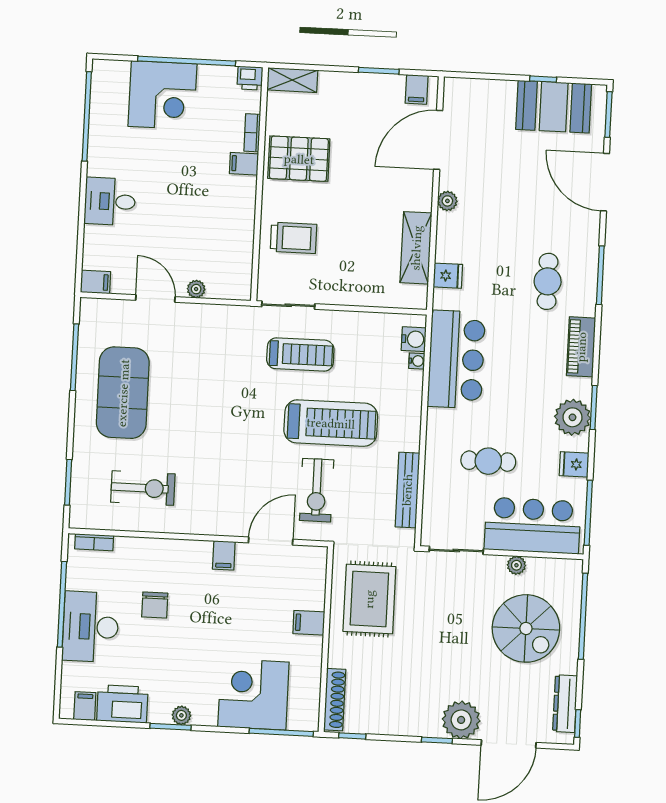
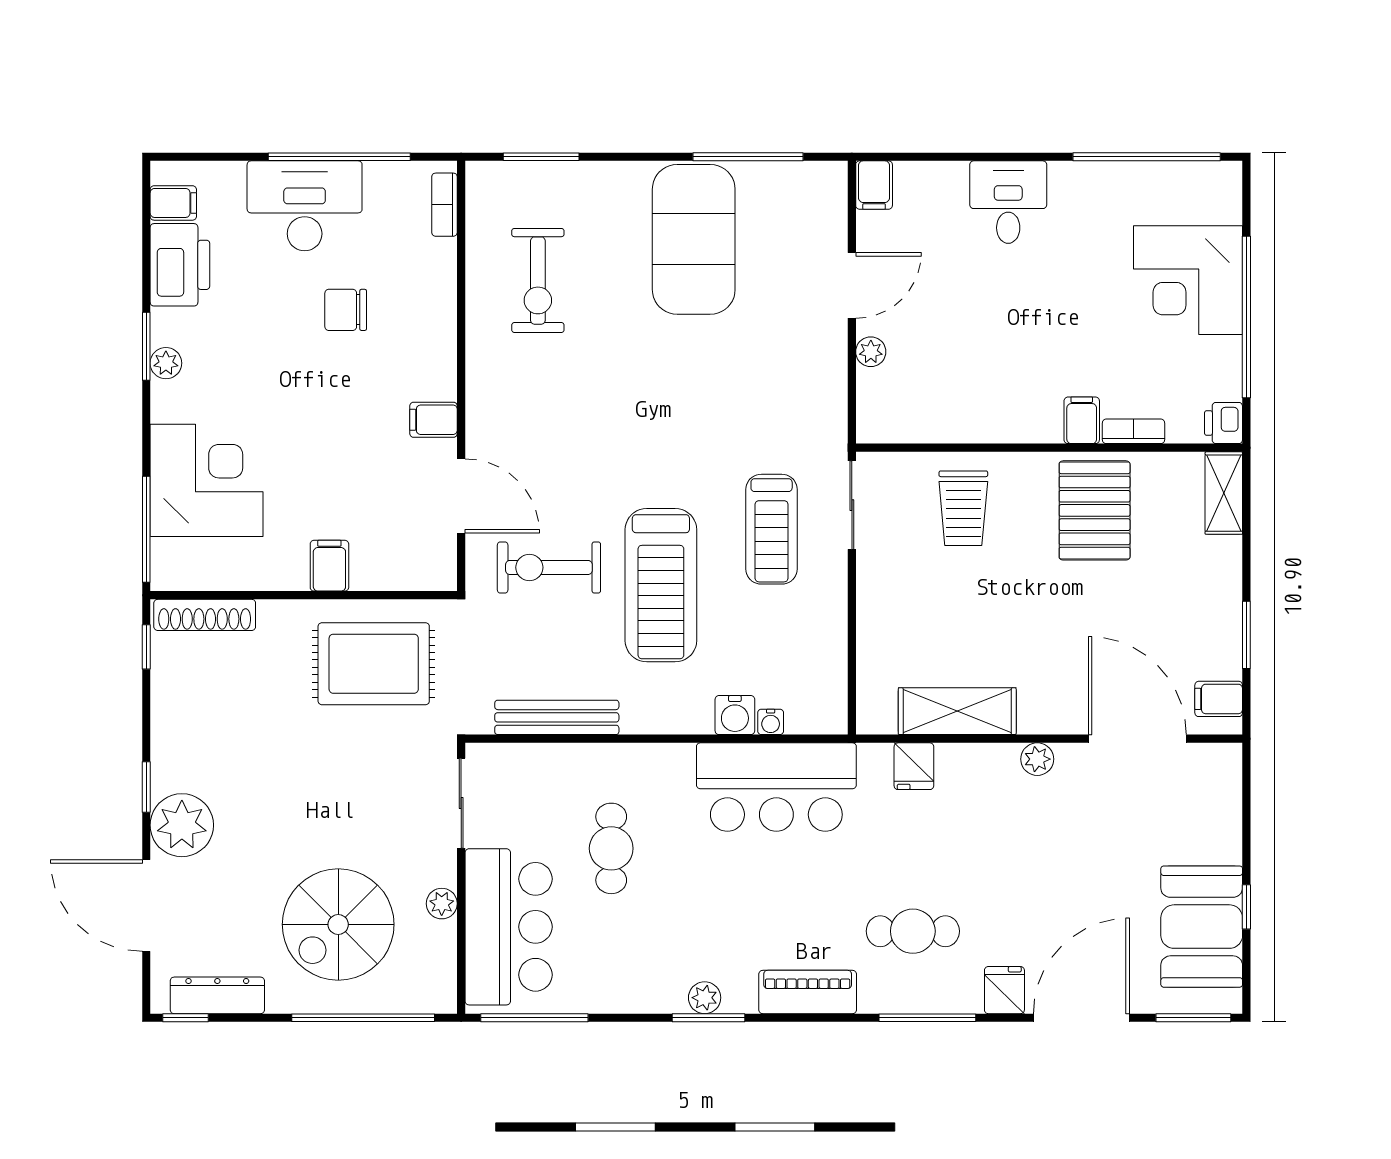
water cooler: (414, 339) -> (735, 715), moved
exercise mat: (123, 393) -> (694, 239), turned 90
plant: (573, 417) -> (705, 998), width x0.53, depth x0.53
fridge: (574, 464) -> (1004, 990), moved

